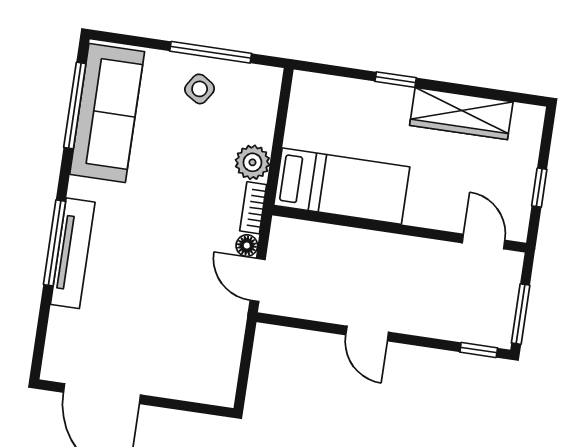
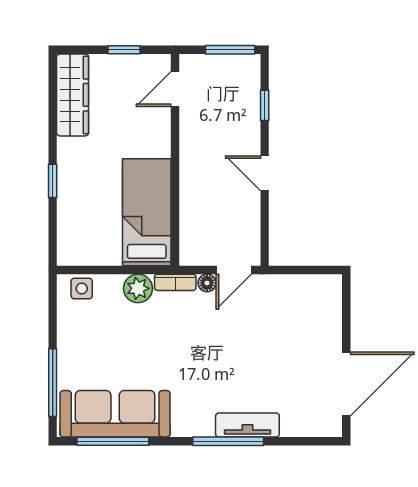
window: (211, 52) -> (53, 383), moved
side table: (200, 89) -> (82, 289), moved, turned -33
wardrobe: (461, 114) -> (73, 95), moved
tv unit: (73, 253) -> (247, 425), width x0.71
door: (367, 333) -> (265, 173), swing flipped
window: (479, 350) -> (265, 105), moved

